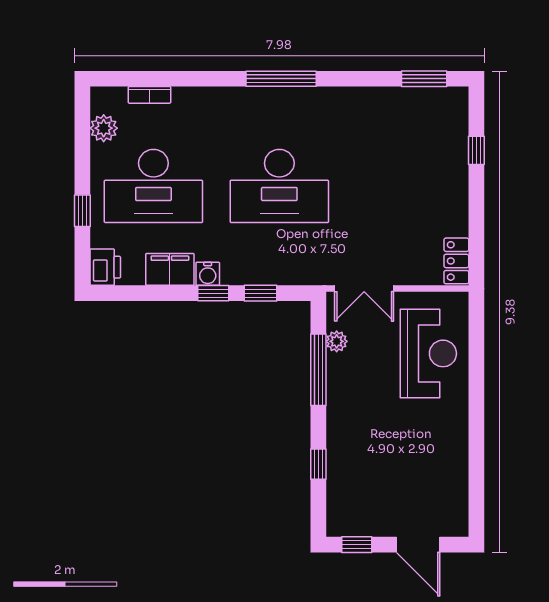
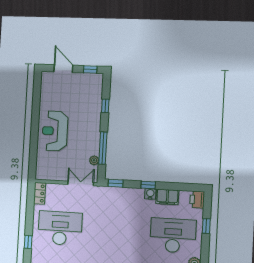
desk: (279, 186) -> (60, 228), moved
window: (260, 293) -> (116, 183), moved
reception desk: (428, 353) -> (55, 131), moved

